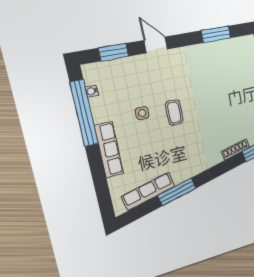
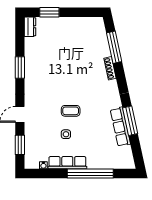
window: (84, 113) -> (90, 174), moved
row of seats: (109, 150) -> (67, 163), moved
row of seats: (148, 191) -> (120, 127), moved

